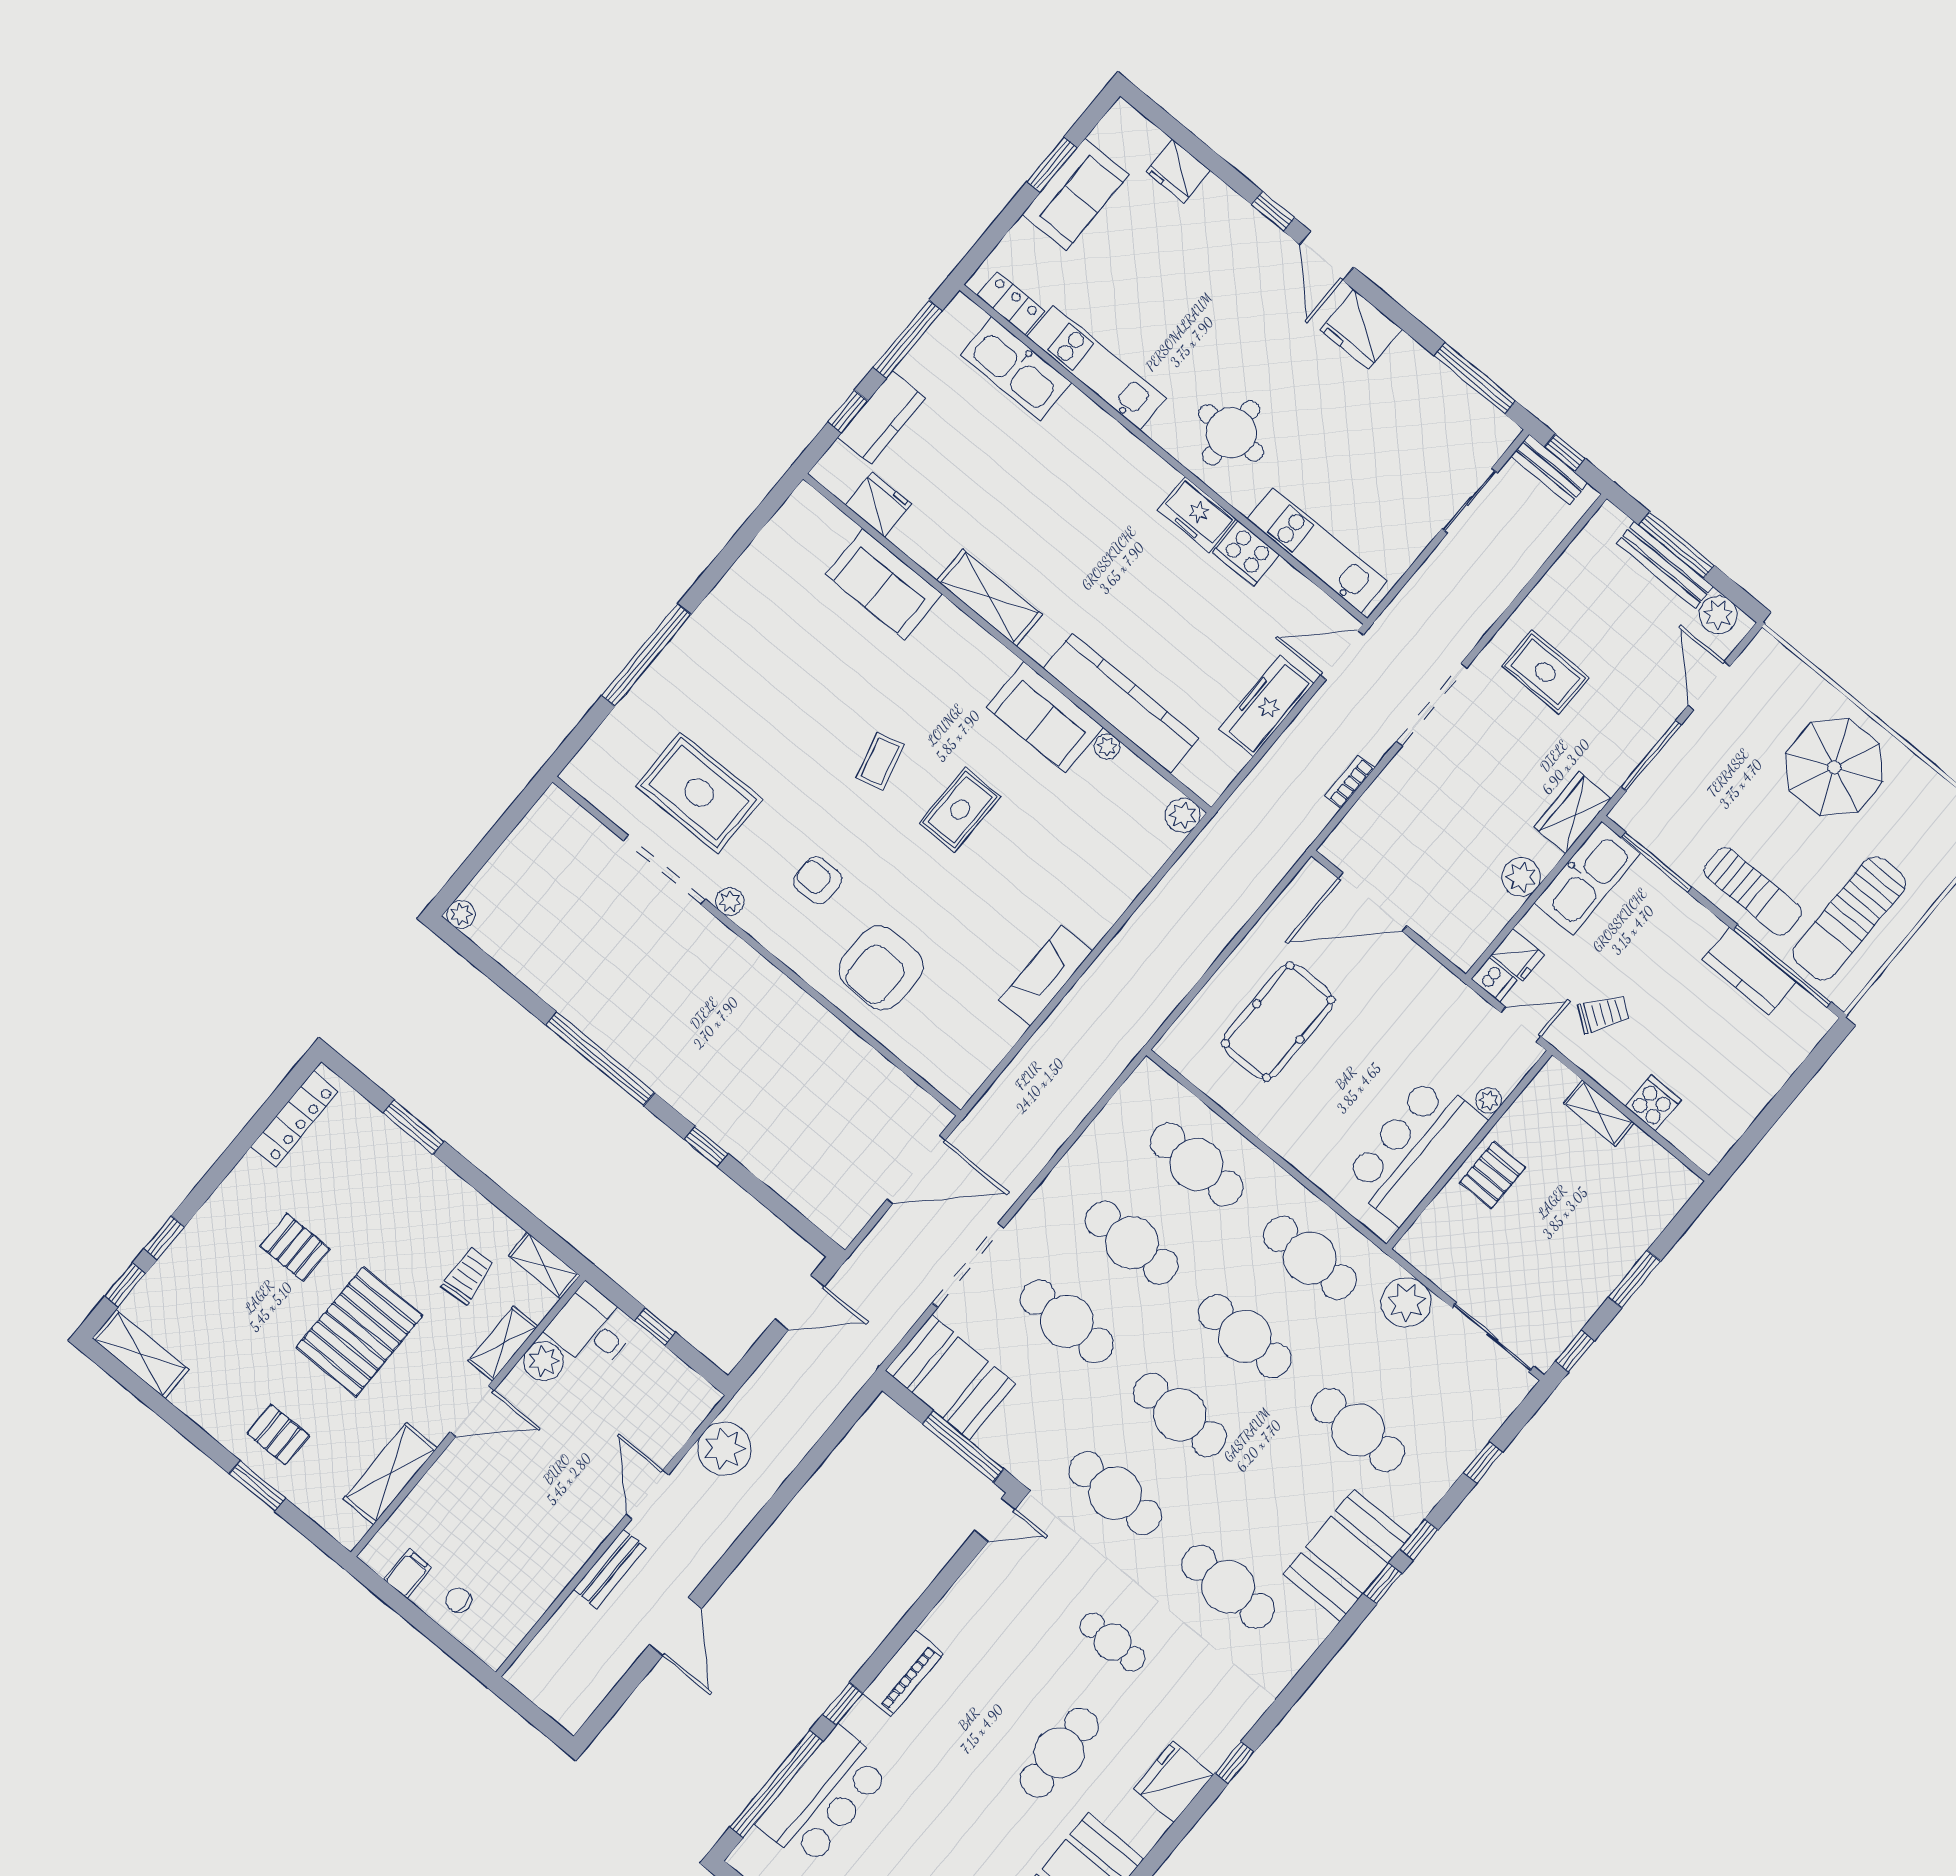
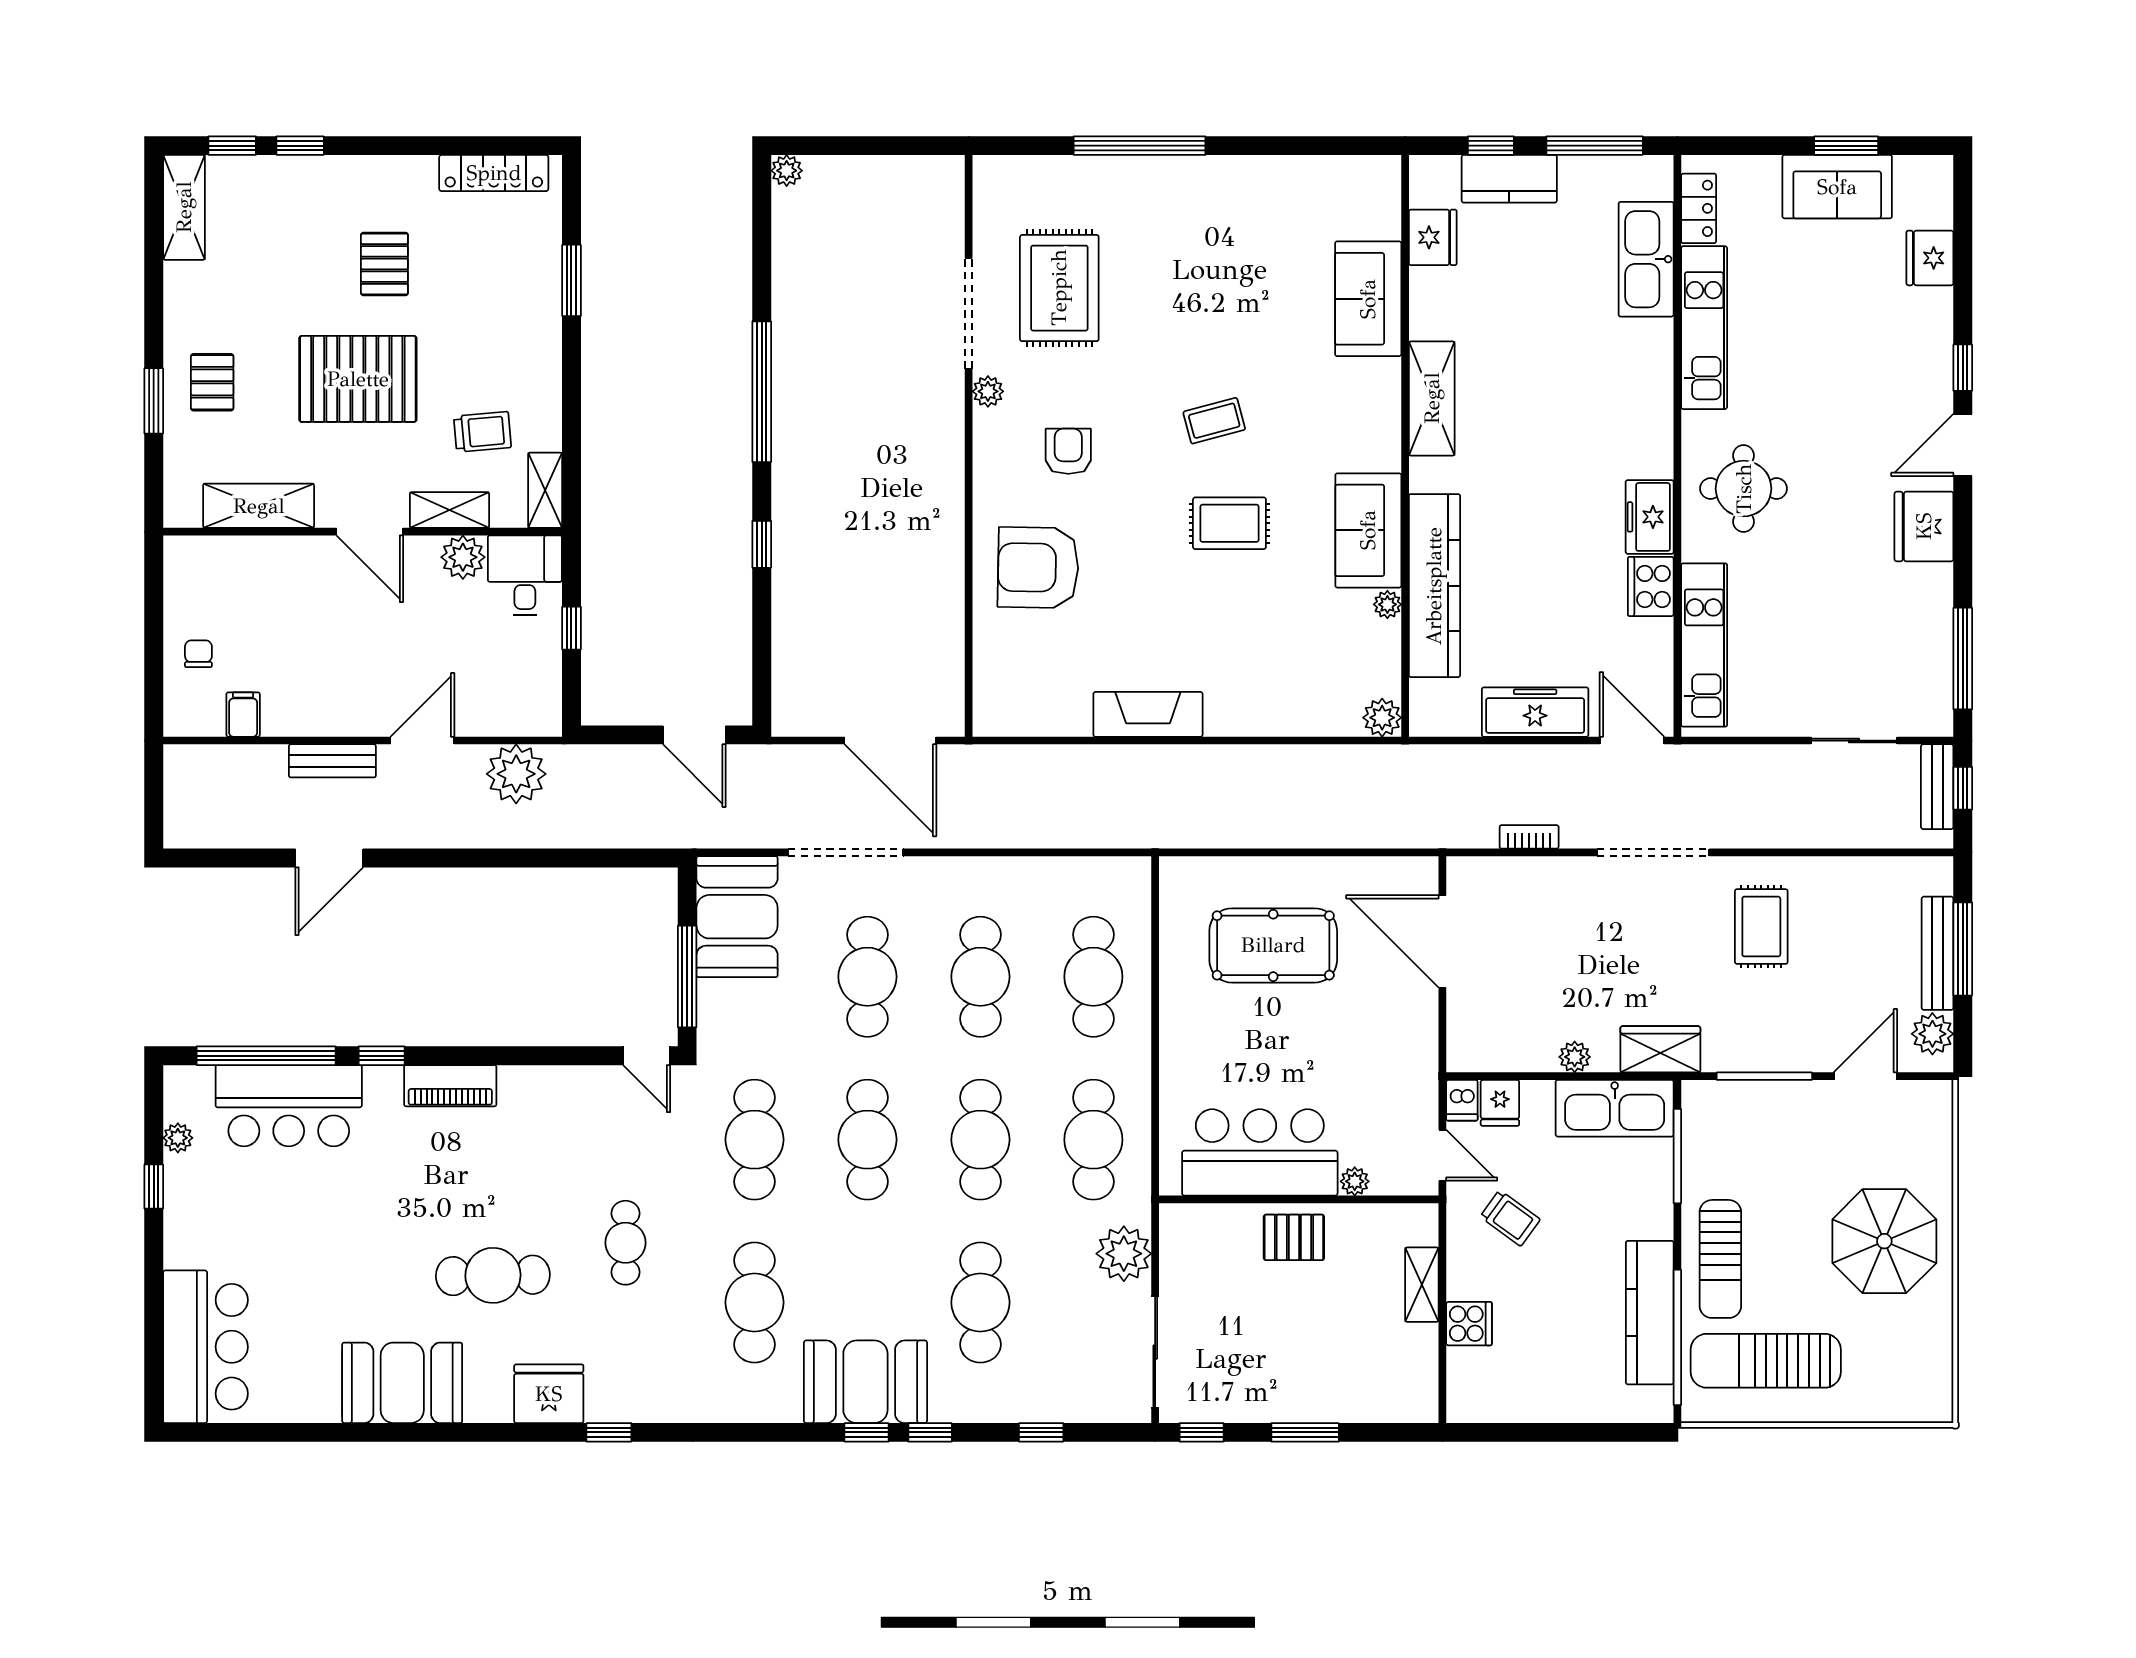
plant: (1521, 877) -> (1575, 1057), width x0.73, depth x0.73
kitchen counter: (1749, 971) -> (1650, 1313), width x1.50
filing cabinet: (408, 1574) -> (243, 715), moved, turned -90

